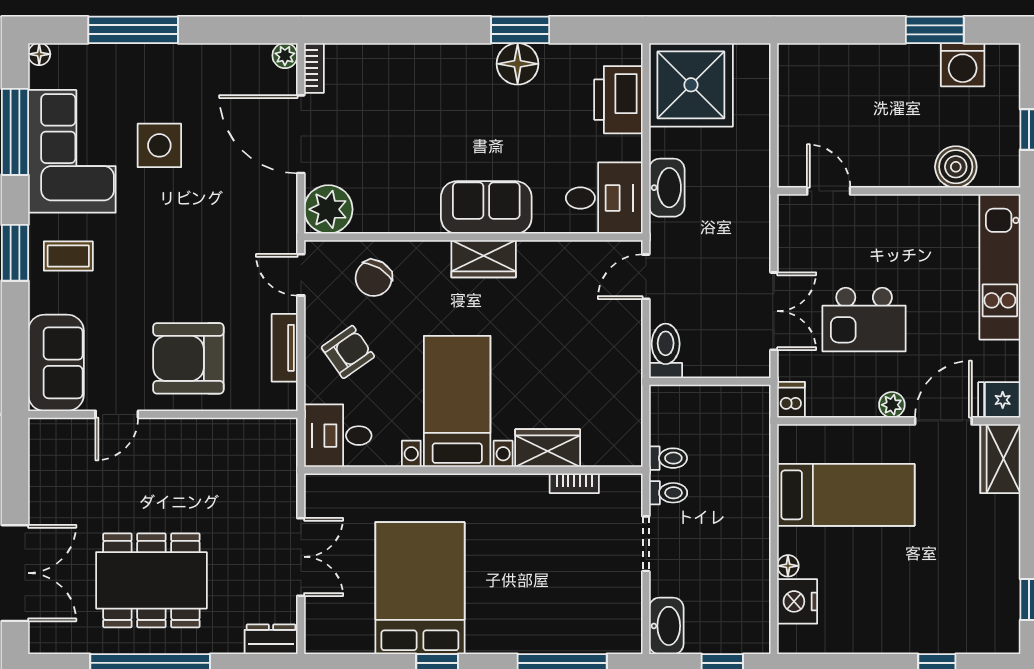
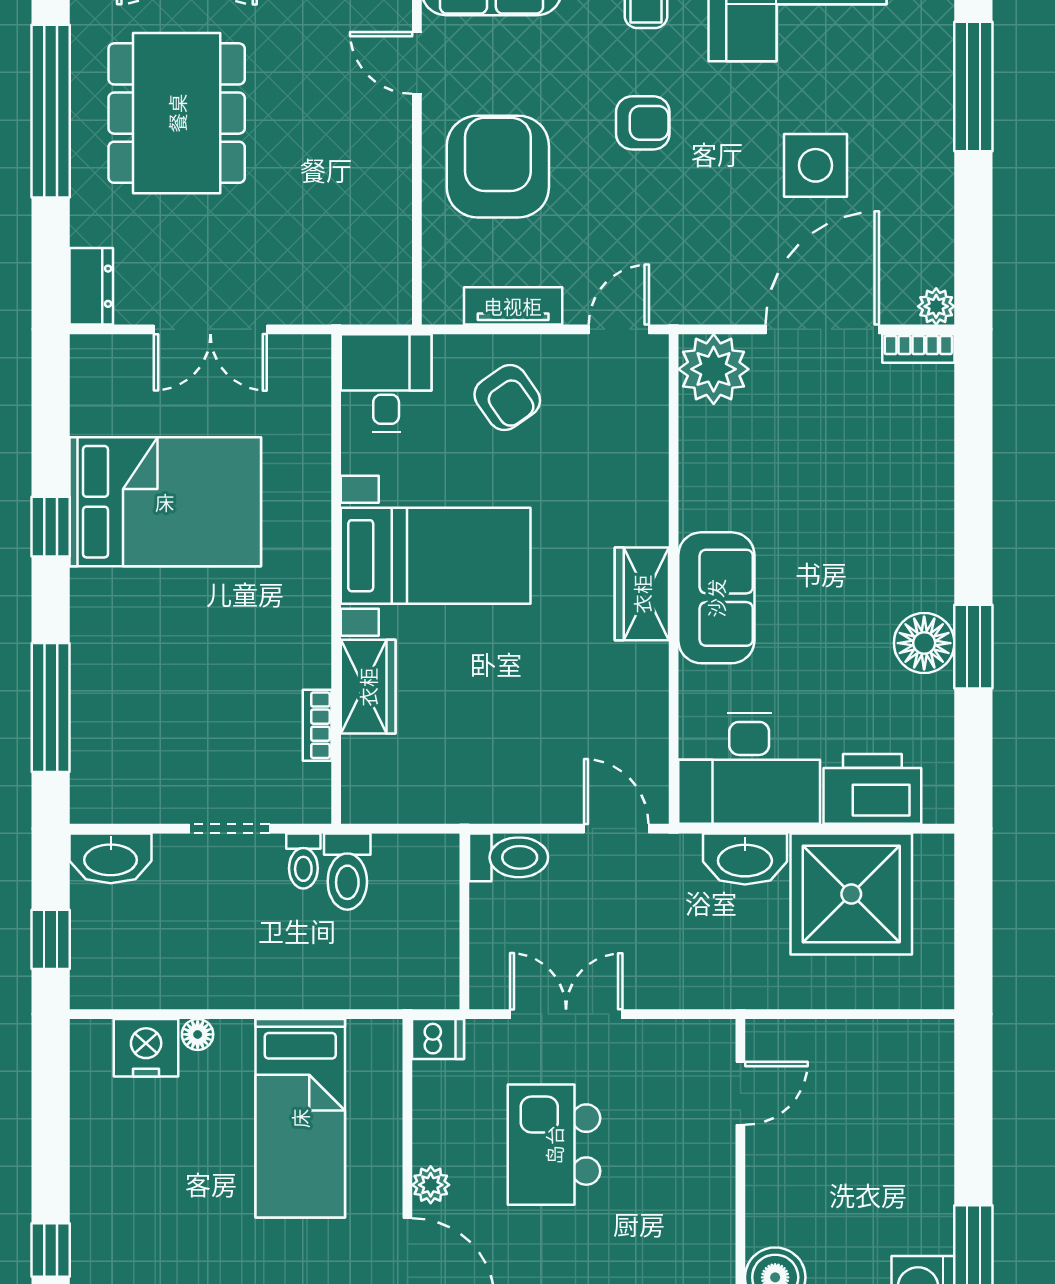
shower: (691, 85) -> (851, 894), moved
side table: (159, 145) -> (816, 165), moved
desk: (604, 198) -> (749, 768), width x1.37
armchair: (158, 258) -> (643, 123), added
chair: (374, 278) -> (614, 435), removed
double door: (774, 311) -> (566, 1014), swing flipped
toilet: (668, 458) -> (347, 872), width x1.37, depth x1.39

